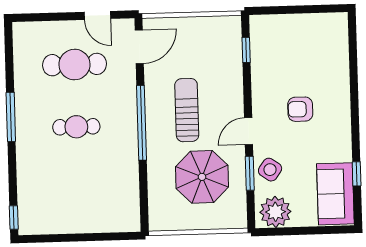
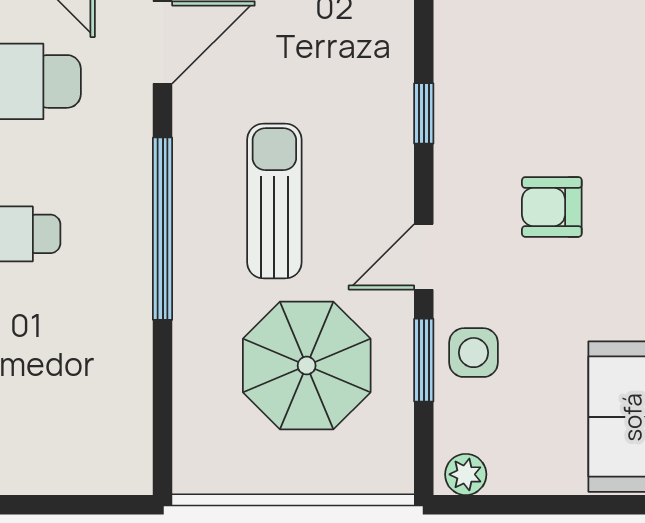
window: (246, 50) -> (424, 113), moved
side table: (270, 170) -> (474, 353), turned -35
plant: (275, 212) -> (466, 474), width x0.53, depth x0.53

